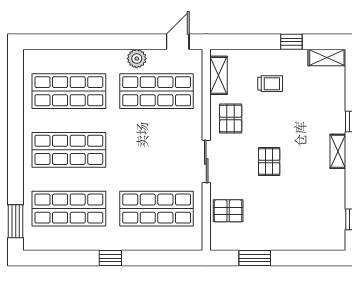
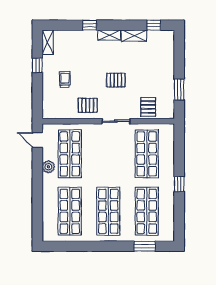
shelving: (219, 75) -> (134, 36), moved
window: (16, 221) -> (145, 246), moved

